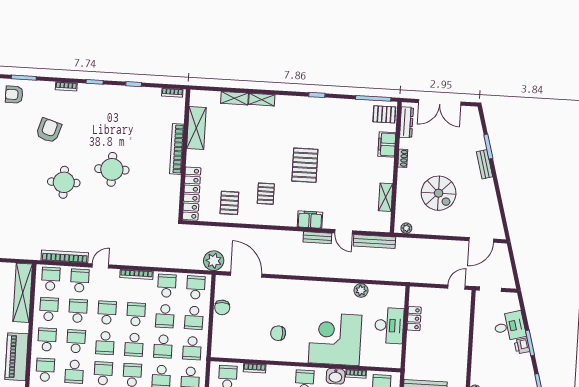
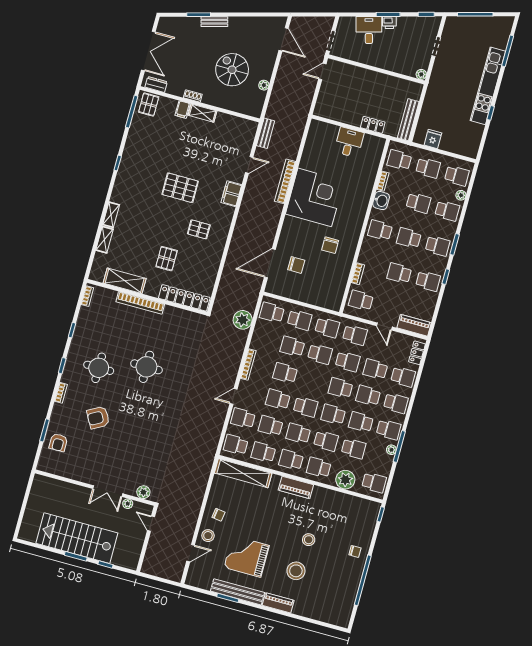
dresser: (406, 122) -> (156, 84), width x0.70
armchair: (49, 130) -> (98, 418), turned -46
filing cabinet: (387, 144) -> (183, 110), width x0.50
round table: (64, 182) -> (99, 368), moved
spiral stairs: (439, 193) -> (232, 70), turned -90
shelving: (386, 197) -> (202, 113), moved
pallet: (229, 203) -> (167, 259), moved, turned 90
plant: (406, 228) -> (264, 85), moved
bench: (317, 238) -> (250, 190), removed
bench: (374, 241) -> (266, 133), width x0.73
bookcase: (65, 257) -> (285, 181), moved
plant: (214, 261) -> (243, 320), moved
door: (100, 266) -> (233, 396), hinge flipped
school desk: (167, 286) -> (265, 339), removed
door: (456, 287) -> (322, 71), hinge flipped
plant: (361, 290) -> (307, 160), removed
chair: (222, 307) -> (296, 265), moved
school desk: (165, 316) -> (292, 346), turned 180
locker: (414, 319) -> (373, 125), moved
desk: (389, 325) -> (349, 142), width x0.73
corner desk: (335, 339) -> (315, 197), moved, turned 180
school desk: (134, 345) -> (313, 380), removed
piano: (17, 357) -> (296, 487), width x0.73, depth x0.75

